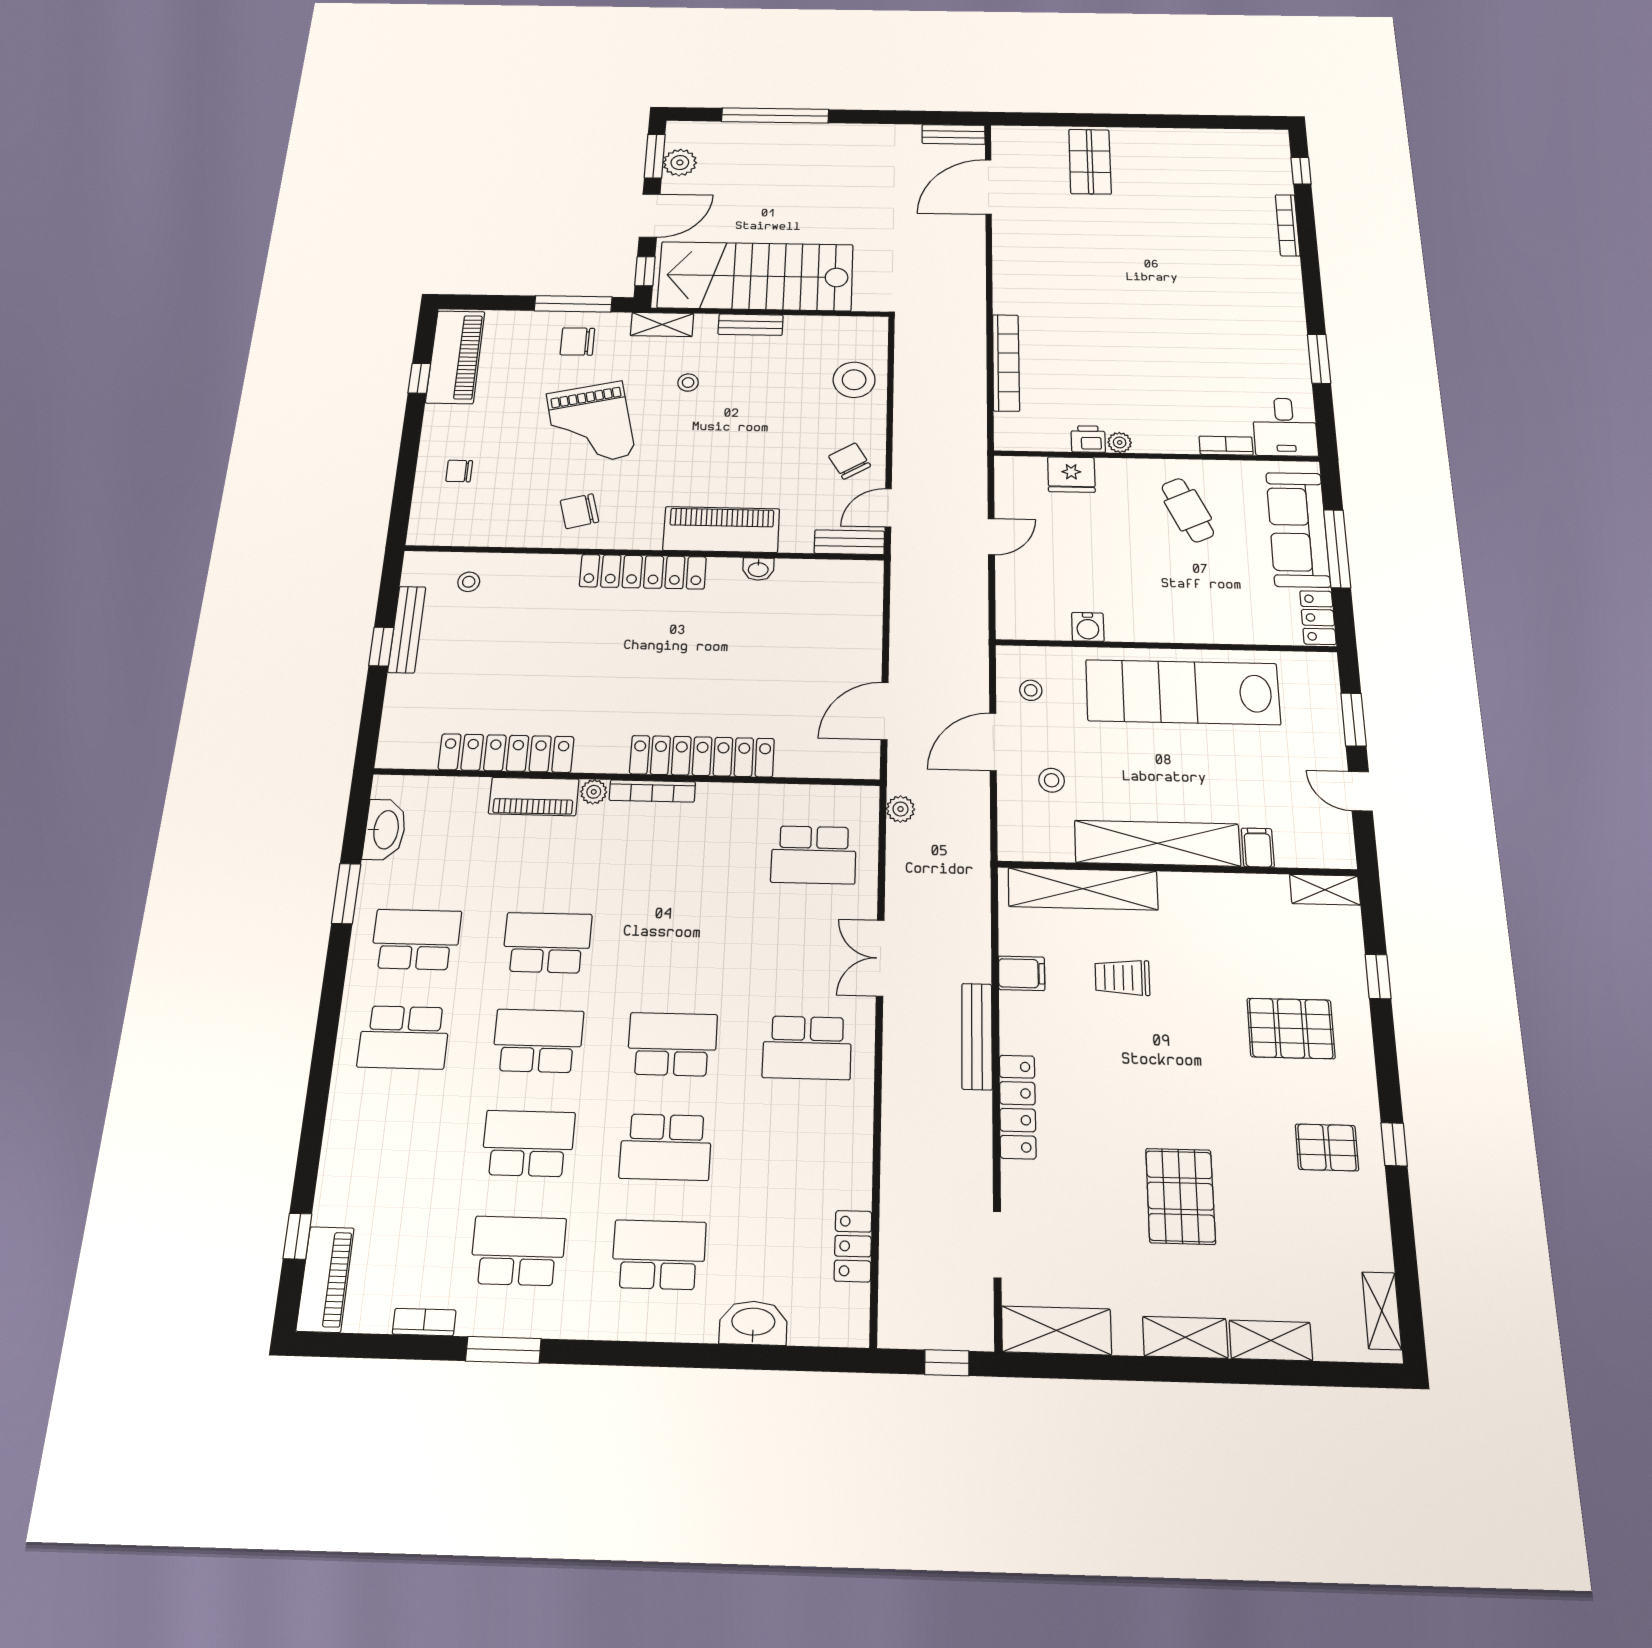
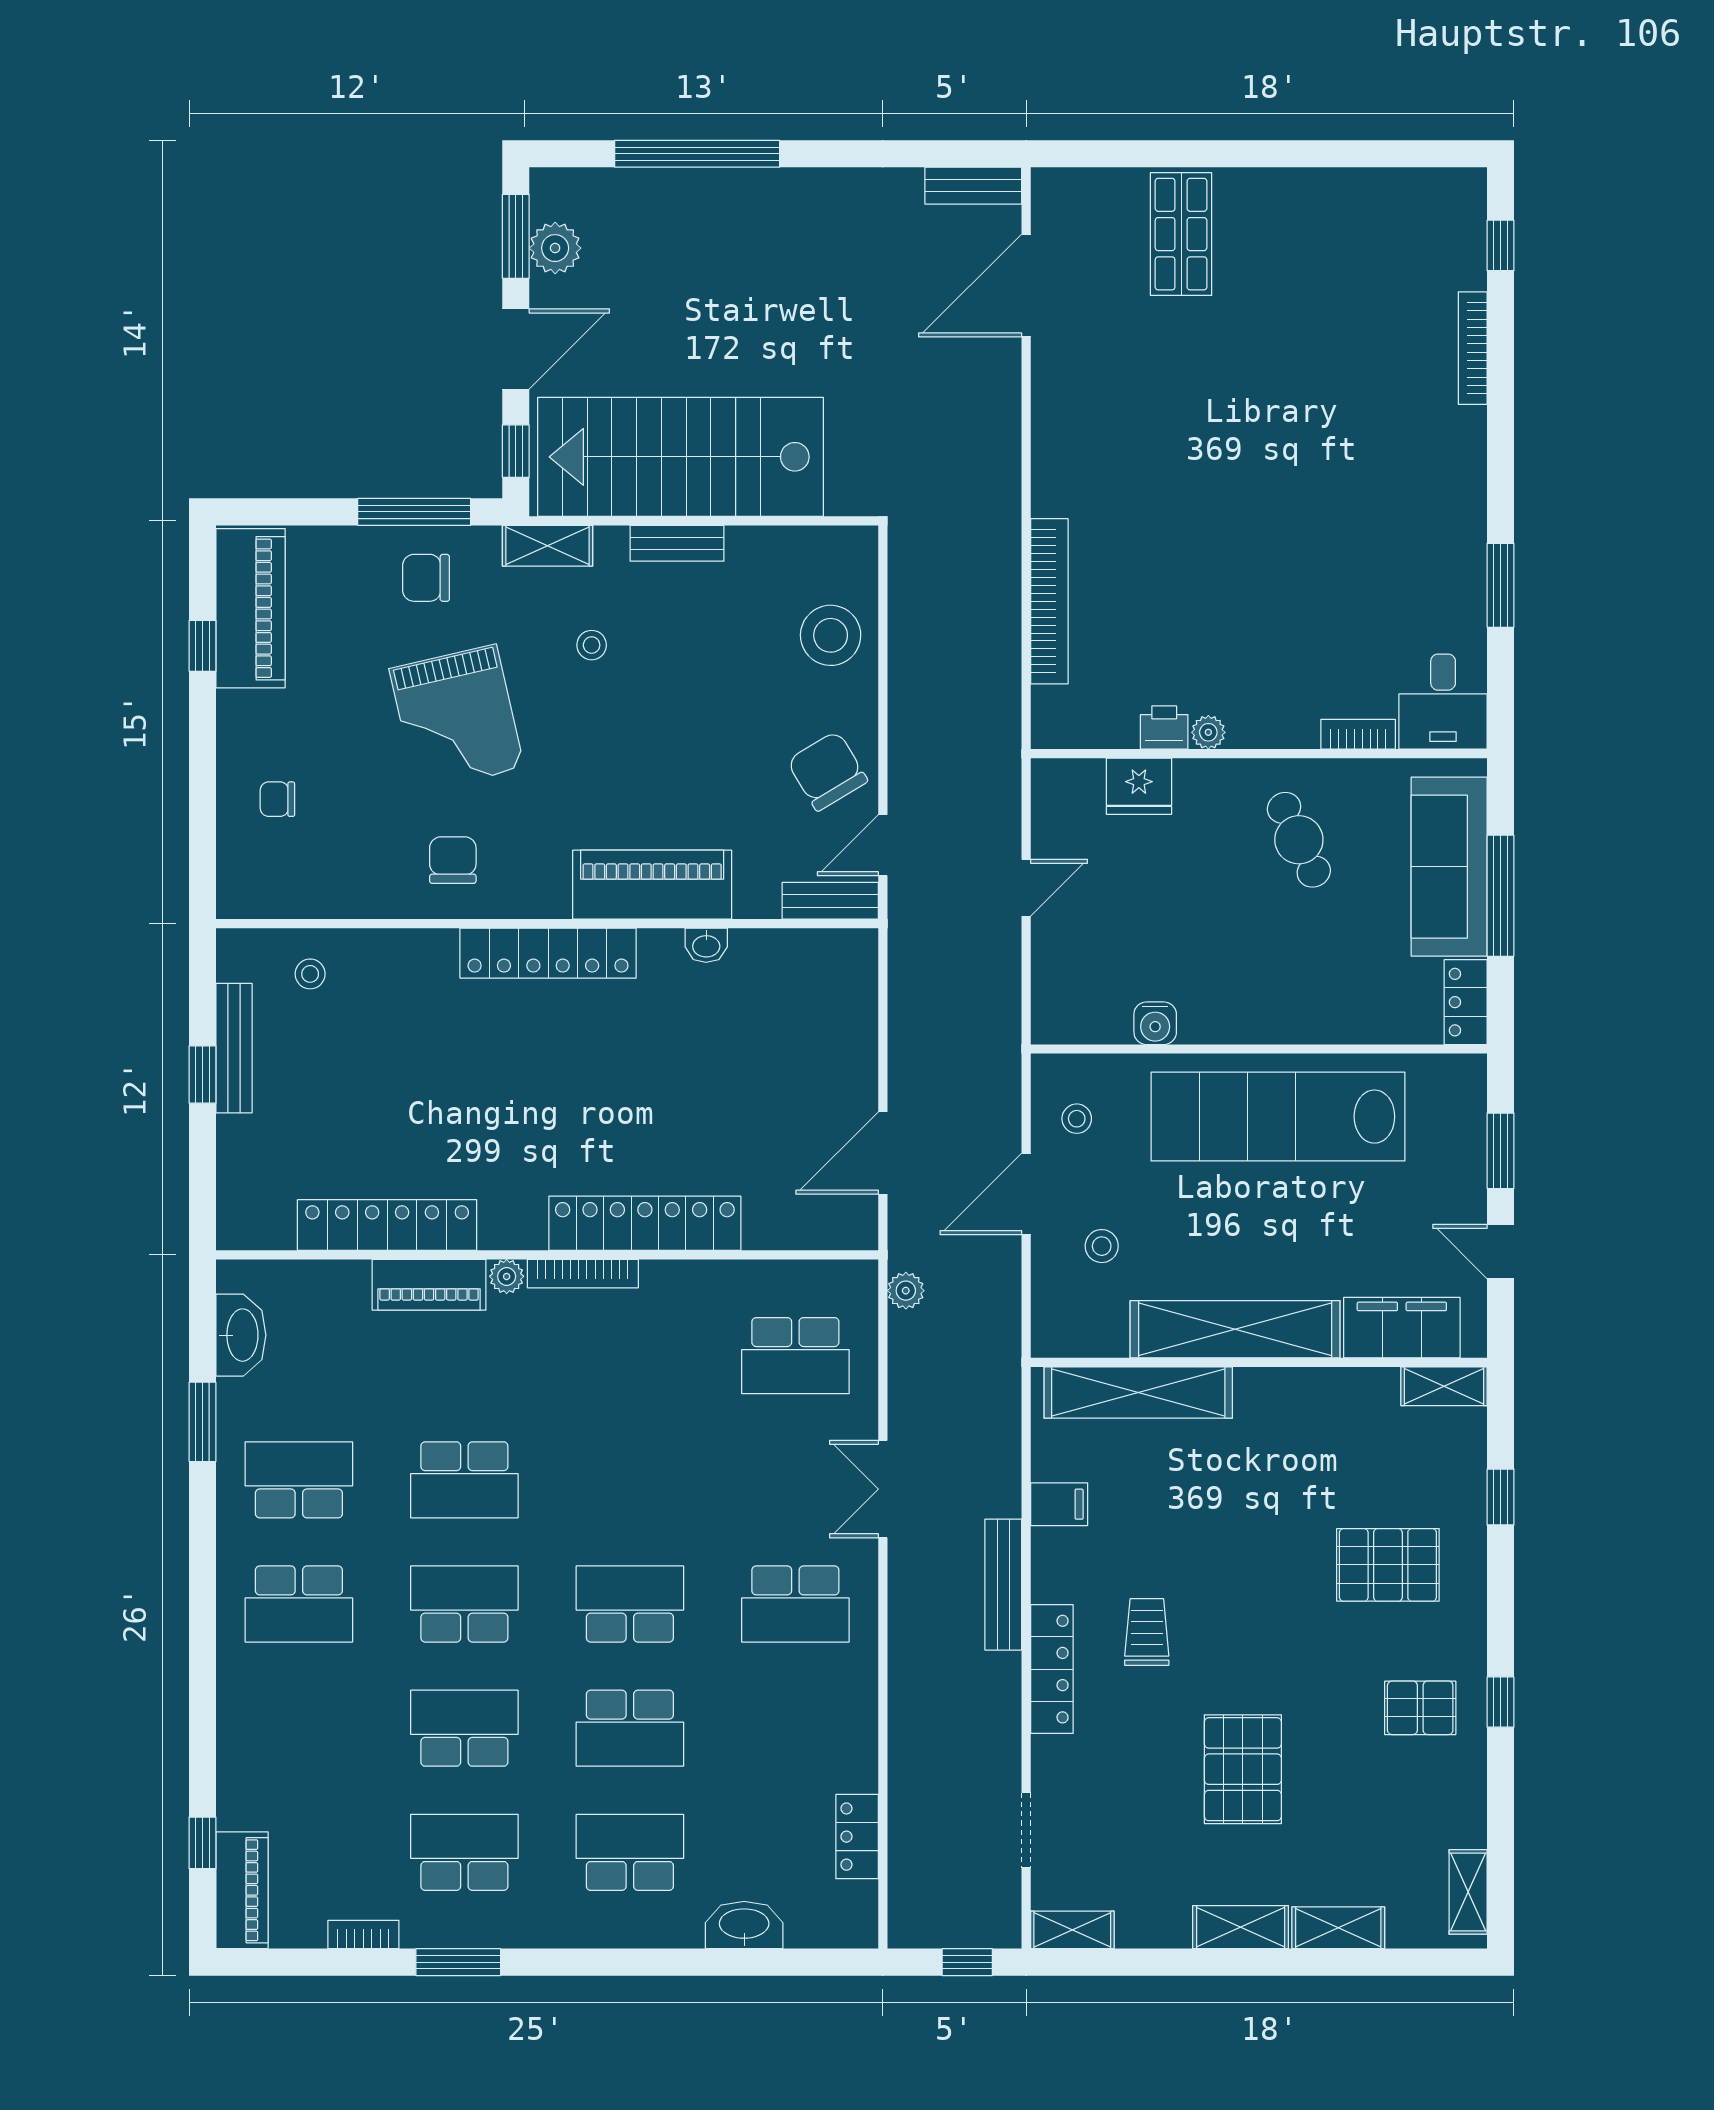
chair: (850, 461) -> (827, 771), width x1.37, depth x1.37
chair: (579, 511) -> (453, 860), turned 105
filing cabinet: (1258, 848) -> (1402, 1328), width x3.00, depth x1.17
school desk: (547, 943) -> (464, 1480), turned 180
trolley: (1122, 977) -> (1147, 1632), moved, turned 90
shelving: (1056, 1330) -> (1072, 1930), width x0.67, depth x0.75

